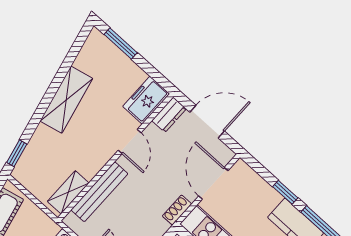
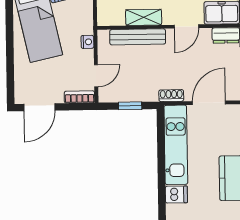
shelving: (68, 192) -> (144, 17), moved

